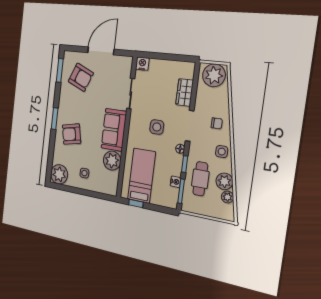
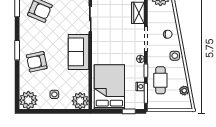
side table: (157, 127) -> (118, 44), removed
plant: (112, 161) -> (80, 101), moved
bed: (142, 176) -> (109, 87), width x1.50
plant: (224, 181) -> (180, 79), removed
window: (136, 203) -> (129, 111), moved

